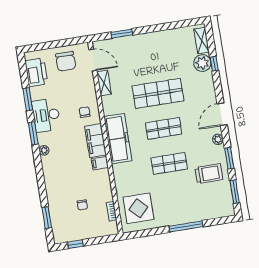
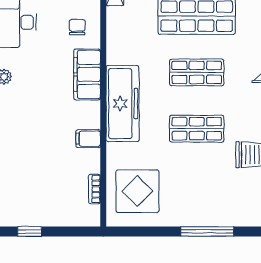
freezer: (118, 139) -> (123, 104), moved
filing cabinet: (100, 163) -> (88, 139), moved
chair: (82, 205) -> (50, 172), removed

